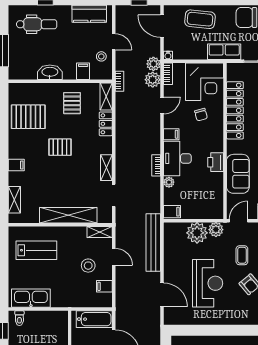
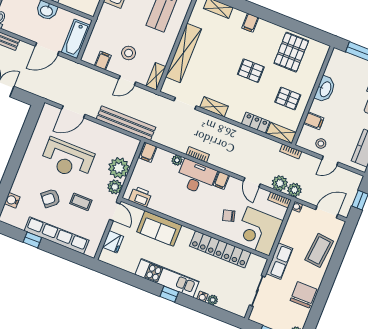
pallet: (60, 147) -> (251, 71), turned 90
printer: (216, 162) -> (140, 197), moved

